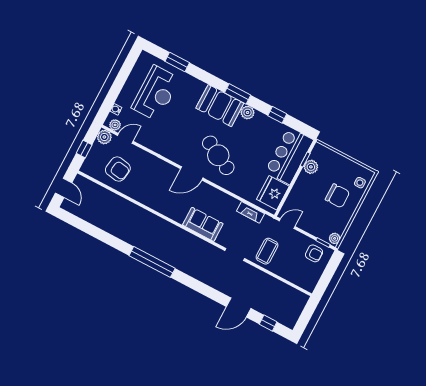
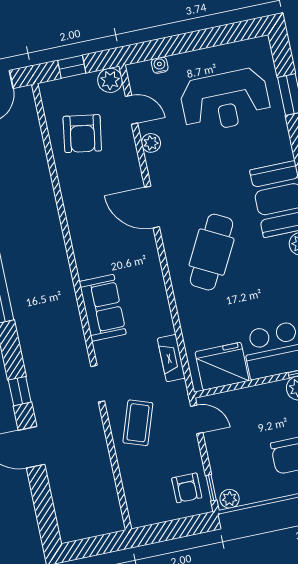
plant: (115, 125) -> (151, 143), moved
door: (192, 173) -> (152, 207), moved
coffee table: (267, 251) -> (138, 423), turned -71
window: (268, 323) -> (20, 391), moved

